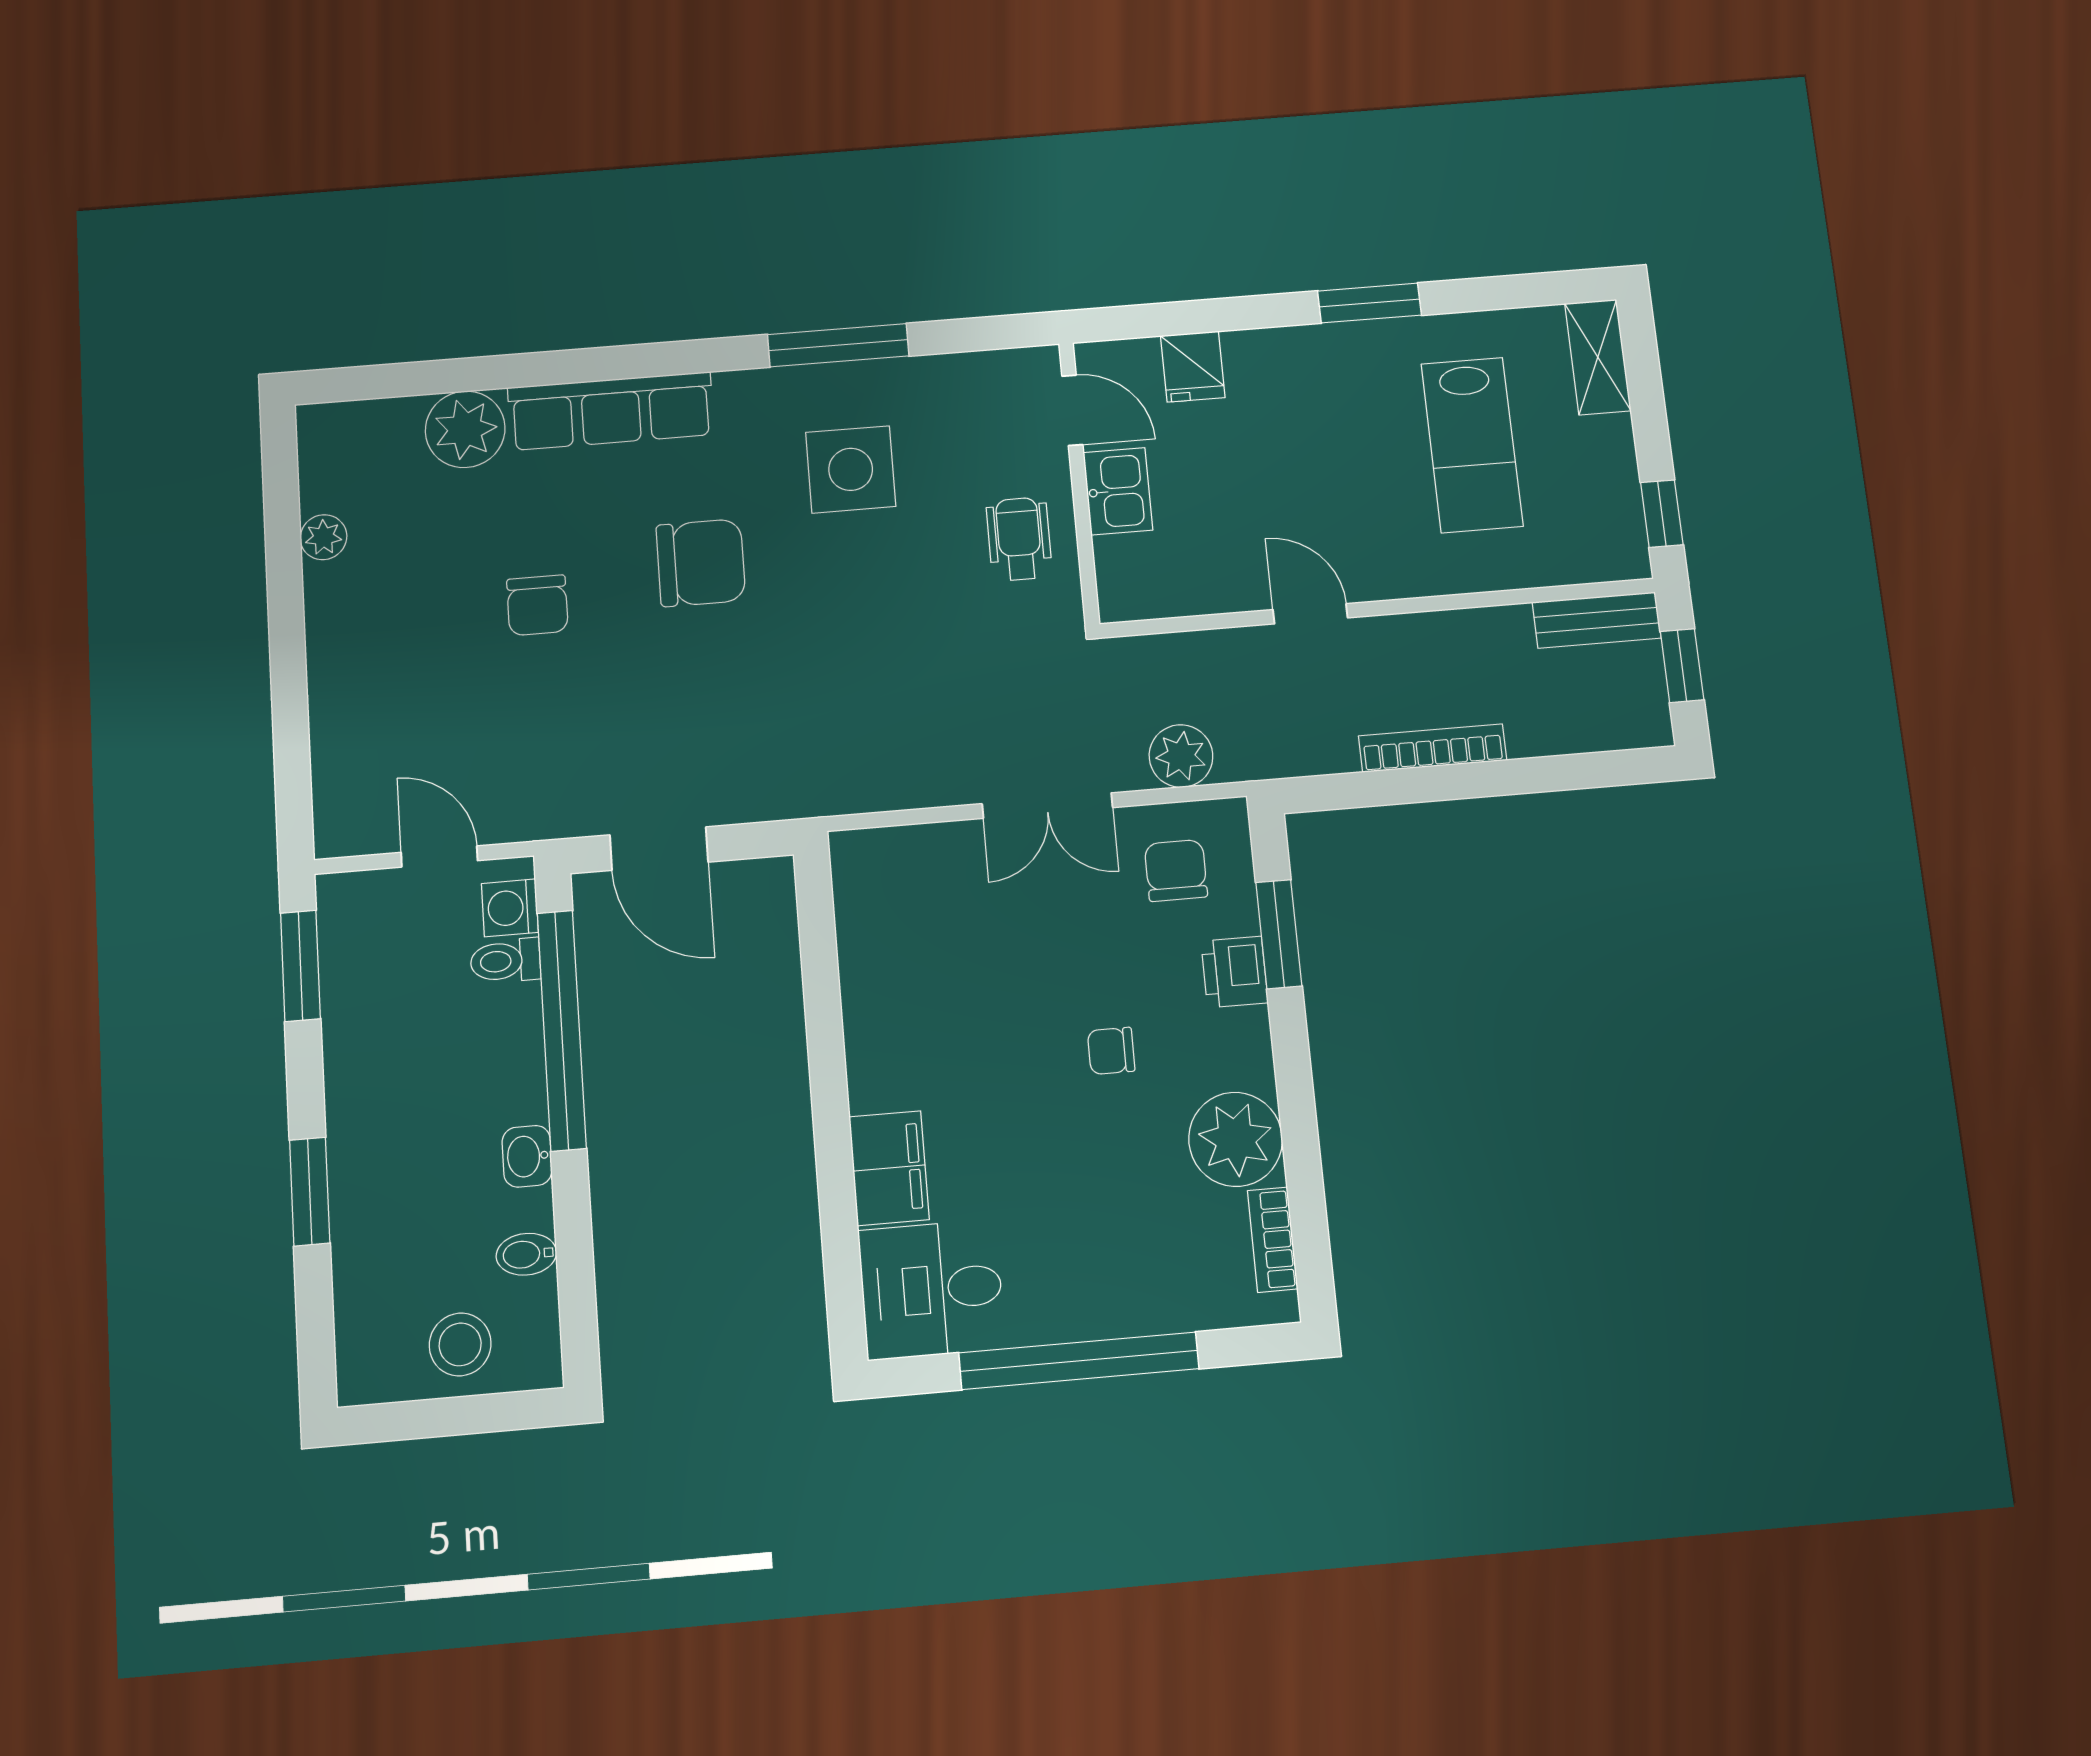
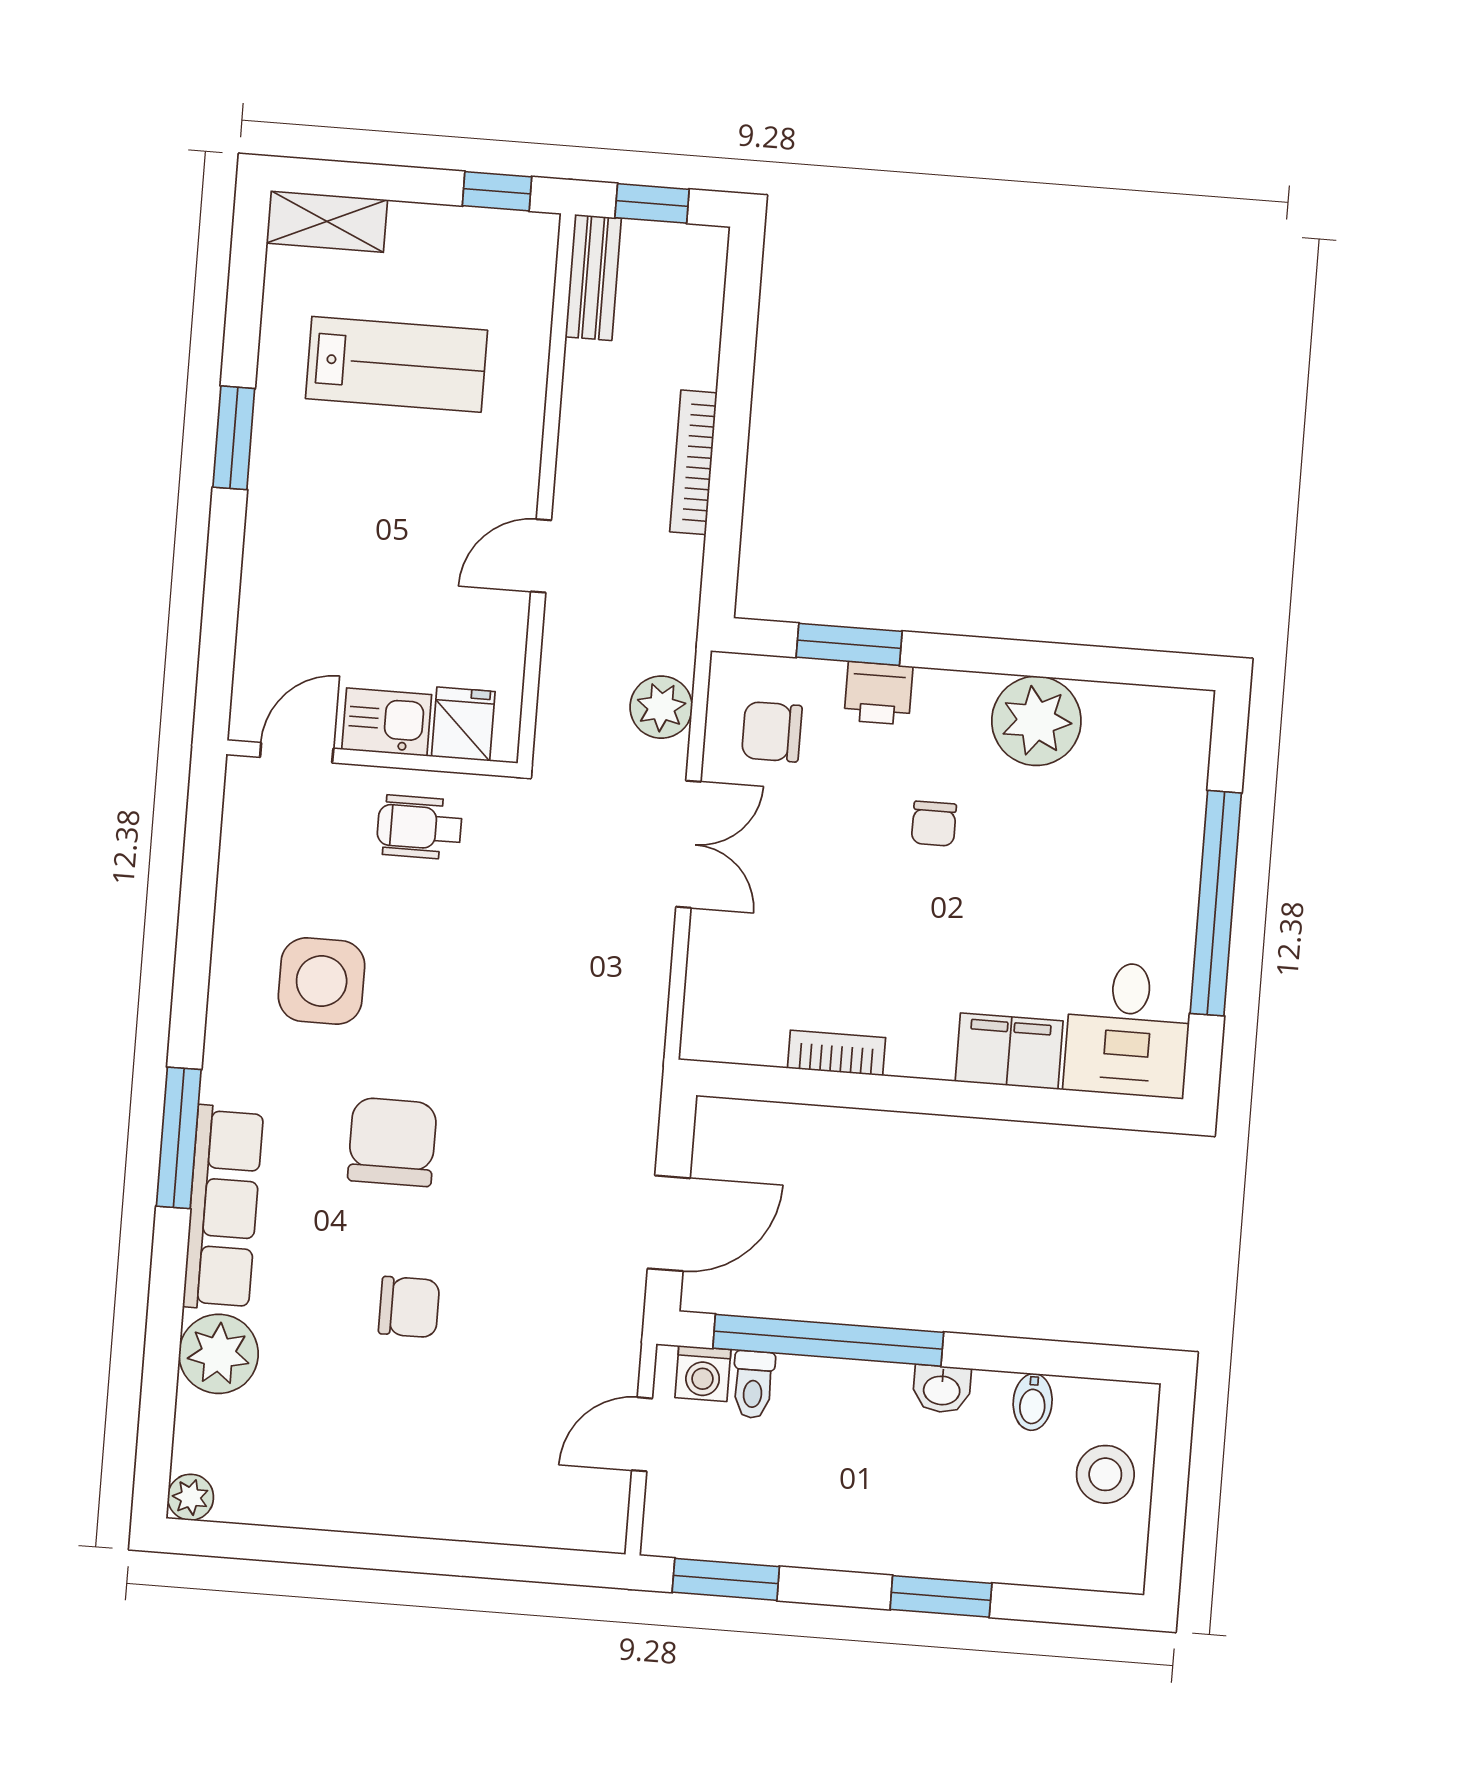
window: (838, 345) -> (179, 1138), moved
fridge: (1193, 367) -> (463, 724), moved, turned -90
plant: (323, 537) -> (191, 1497), moved
bookcase: (1273, 1240) -> (837, 1053), moved, turned 180

